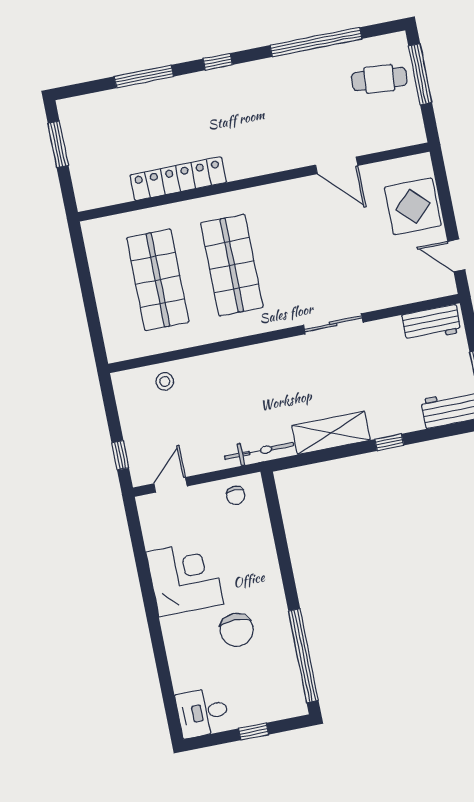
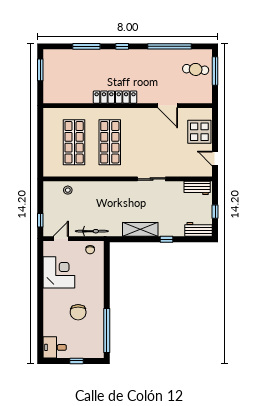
locker: (178, 179) -> (115, 97), moved
bicycle: (259, 451) -> (92, 231), moved
corner desk: (185, 578) -> (59, 272), moved

